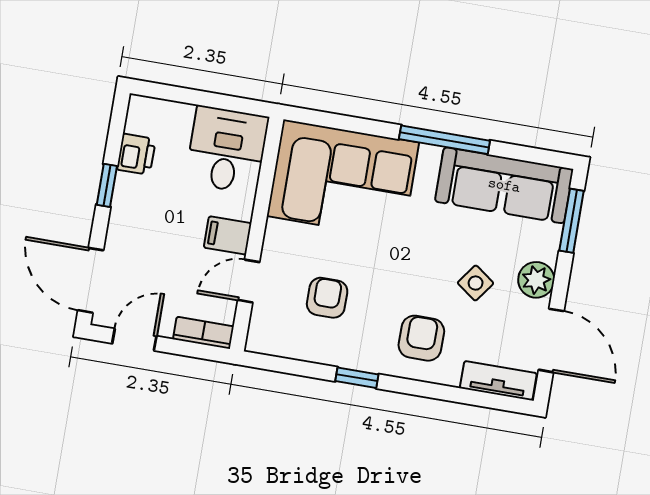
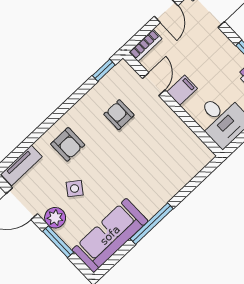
corner sofa: (343, 179) -> (168, 163), removed
window: (572, 221) -> (58, 242), moved
armchair: (327, 298) -> (119, 115), turned 180
window: (357, 378) -> (104, 70), moved

